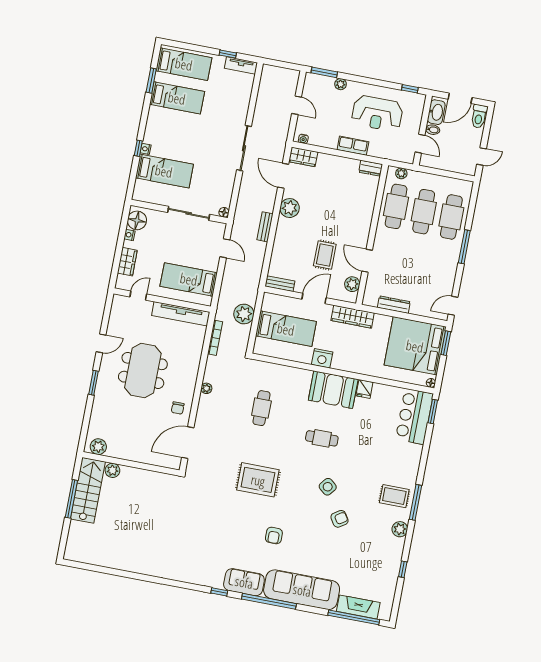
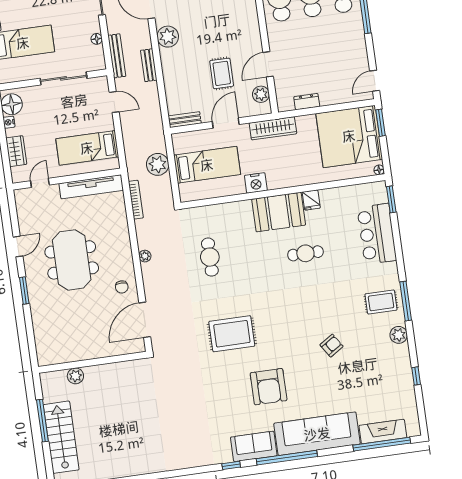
bench: (241, 210) -> (117, 56), added
floor lamp: (224, 212) -> (97, 39), moved
door: (367, 261) -> (268, 64), hinge flipped
dresser: (394, 305) -> (307, 102), width x0.70
bar counter: (414, 416) -> (377, 234), moved
cafe table: (322, 438) -> (305, 253), moved
plant: (98, 447) -> (52, 356), removed
side table: (328, 487) -> (308, 316), removed
stairs: (88, 490) -> (61, 437), moved
armchair: (274, 536) -> (269, 387), width x1.88, depth x1.88

